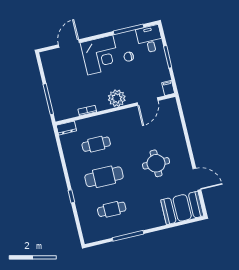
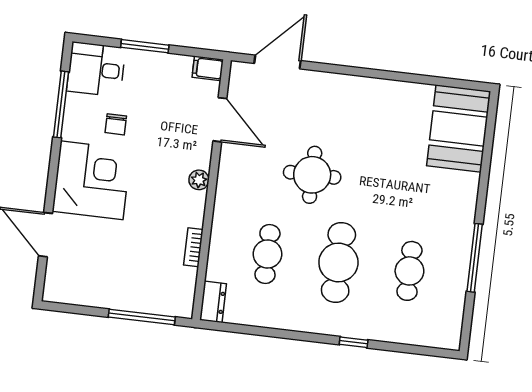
plant: (117, 98) -> (199, 180), width x0.53, depth x0.53
round table: (156, 163) -> (312, 175), moved
door: (197, 179) -> (277, 62), moved

